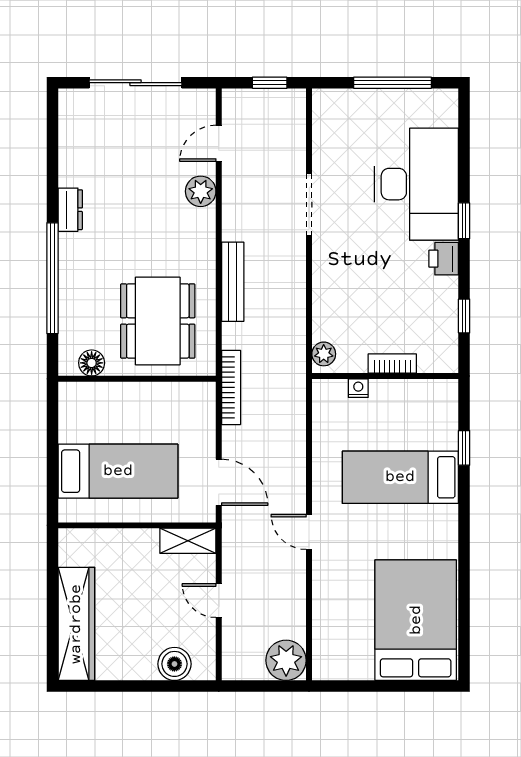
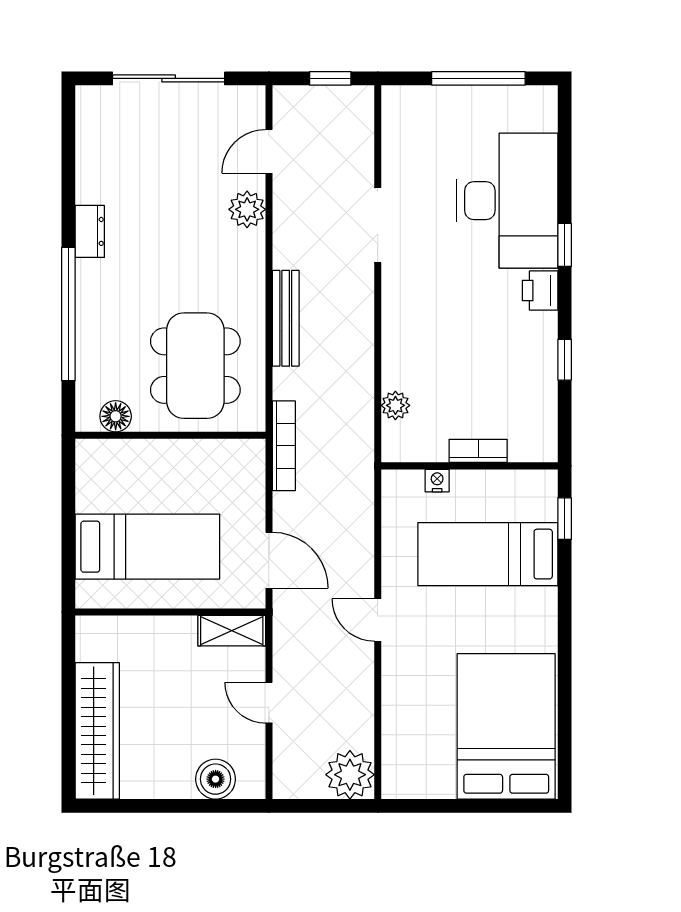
bookcase: (392, 363) -> (478, 451), moved
wall: (385, 376) -> (469, 466), moved
nightstand: (358, 388) -> (437, 481), moved

